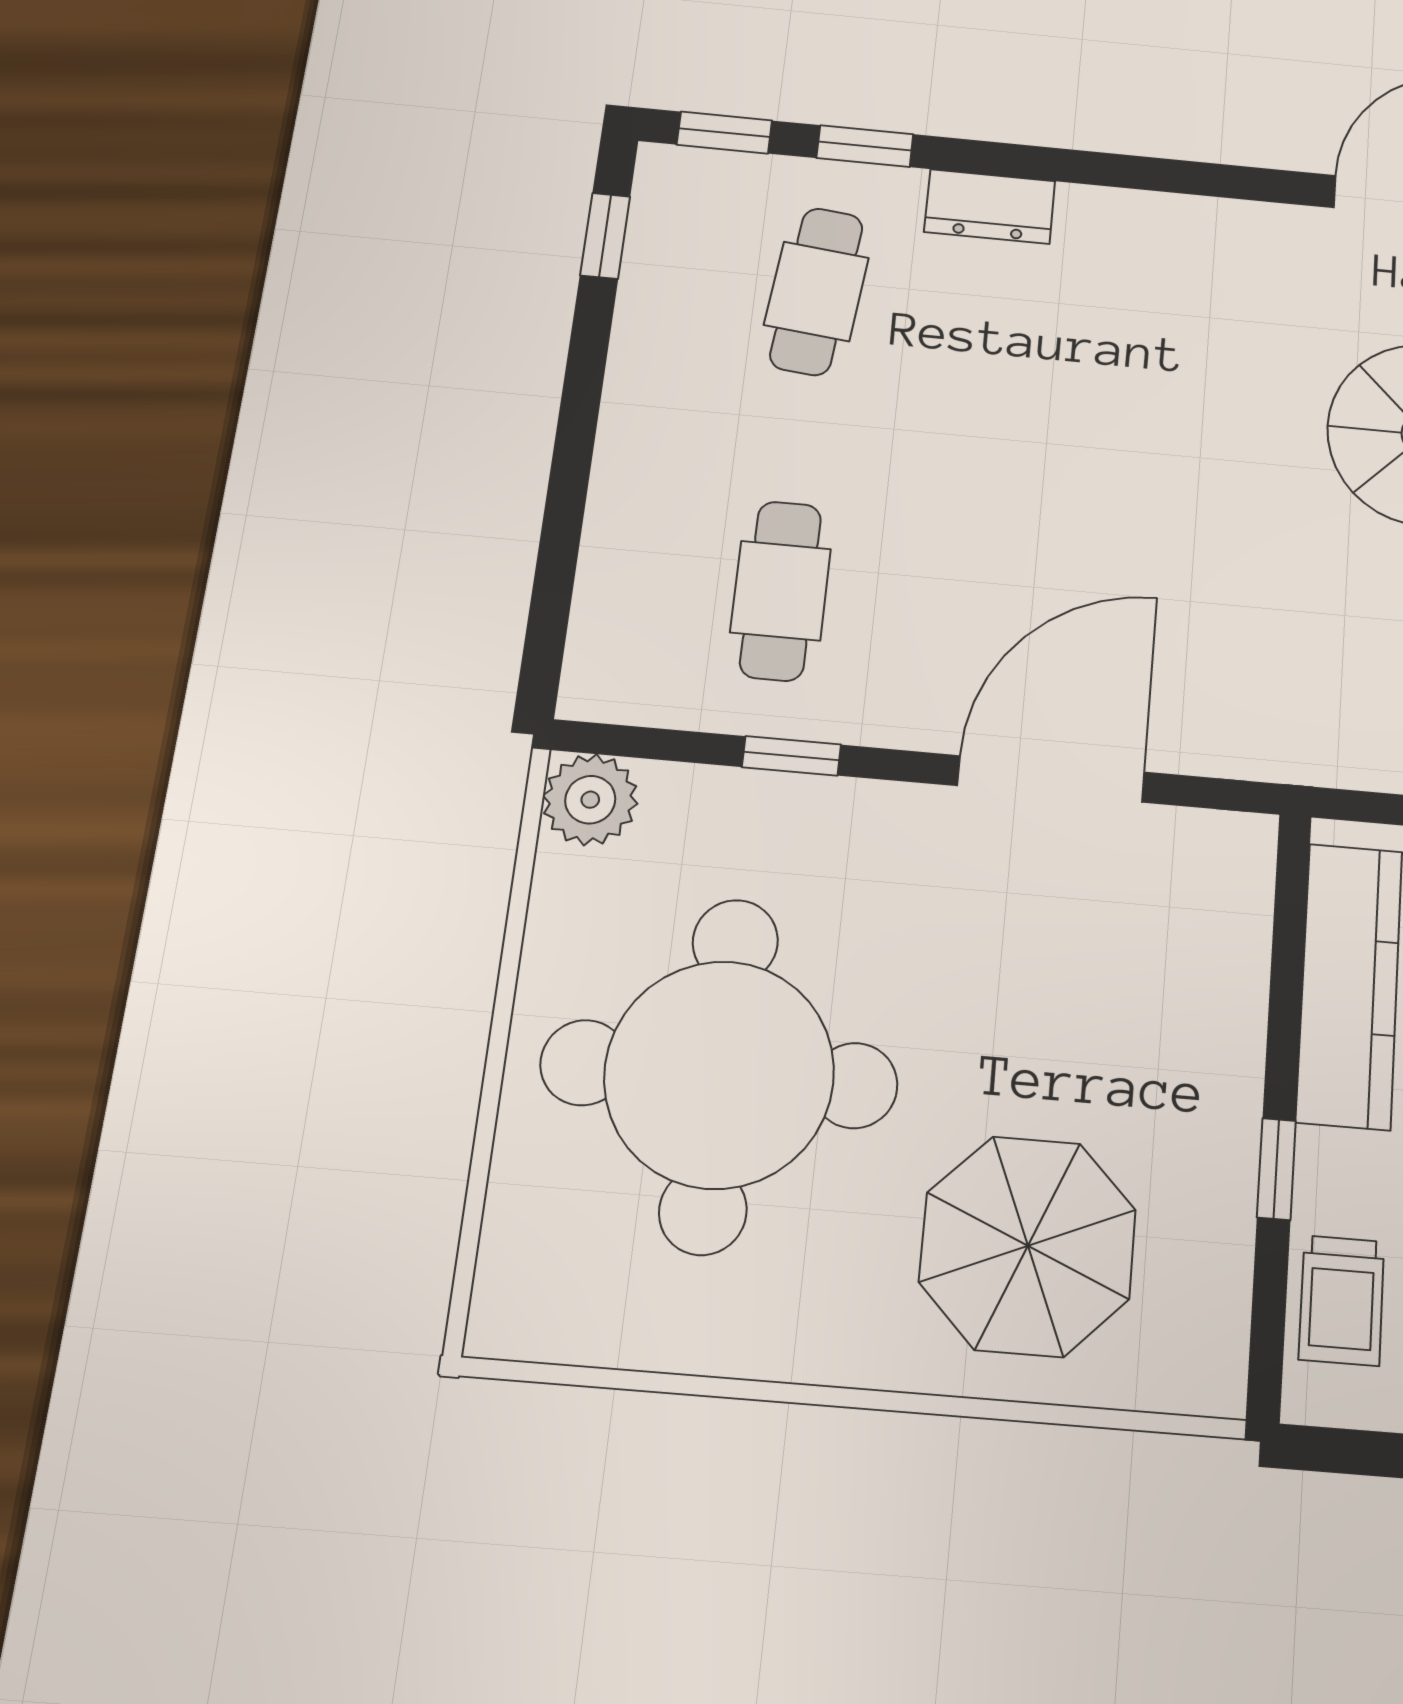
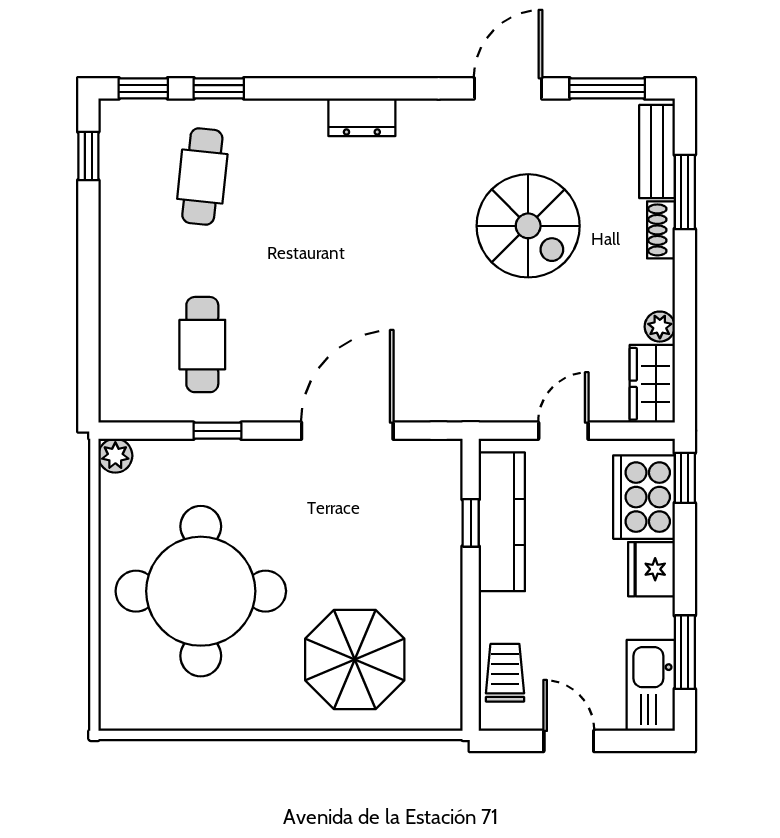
dresser: (990, 207) -> (362, 117), moved
plant: (590, 800) -> (115, 456), width x0.73, depth x0.73
window: (1276, 1169) -> (471, 523), moved
trolley: (1342, 1300) -> (505, 673), turned 180

